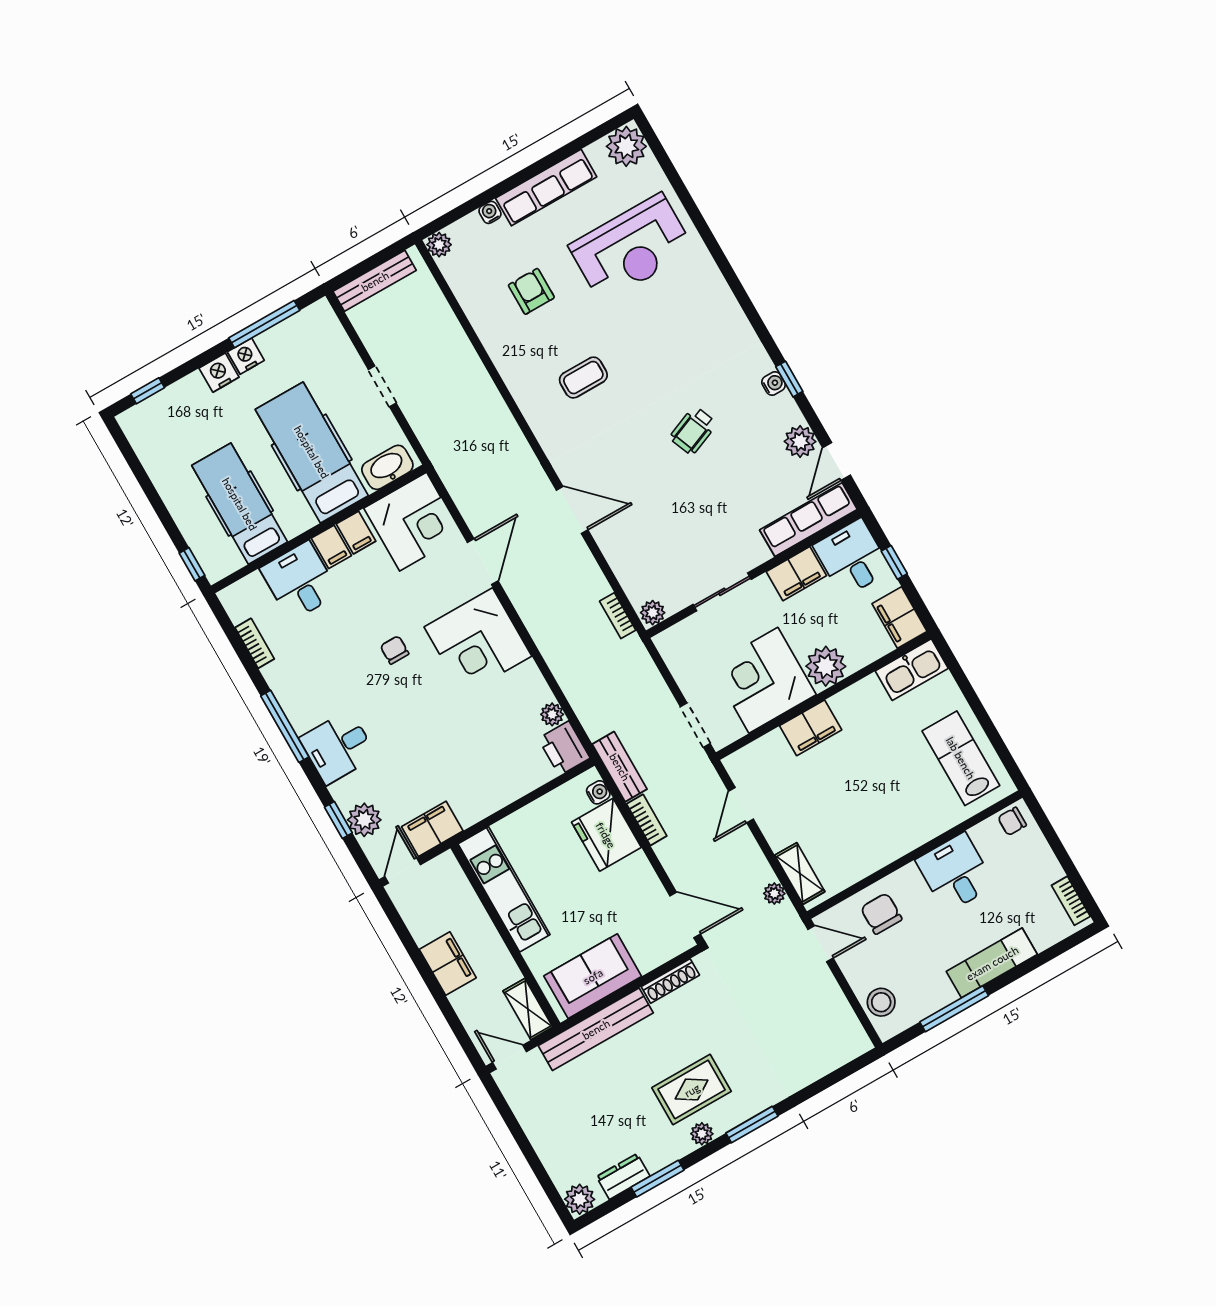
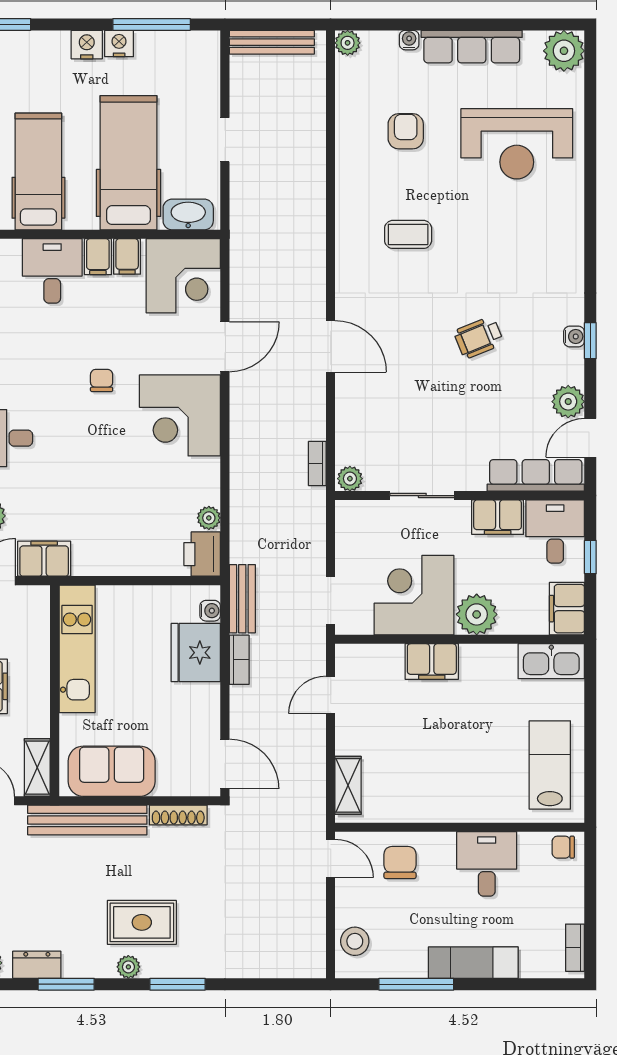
plant: (774, 894) -> (315, 790), removed

